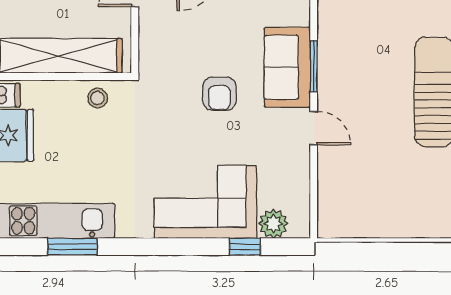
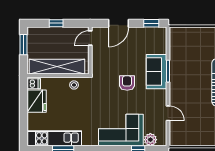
armchair: (219, 94) -> (127, 83), turned 180
door: (314, 128) -> (168, 113), moved

